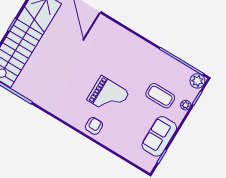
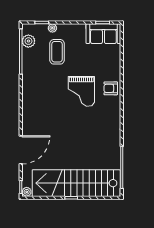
plant: (197, 81) -> (28, 41), moved
grand piano: (108, 96) -> (81, 91), turned 180
sofa: (159, 136) -> (103, 34), moved

